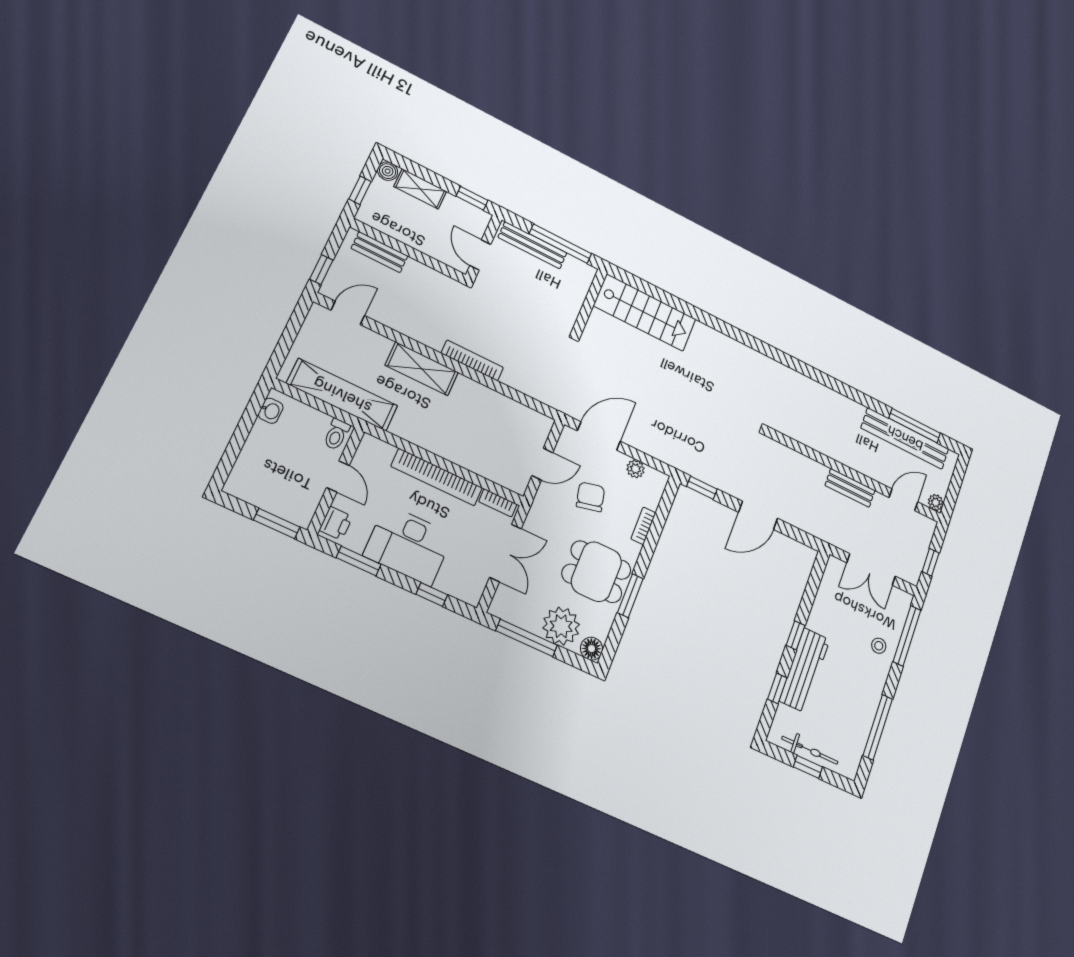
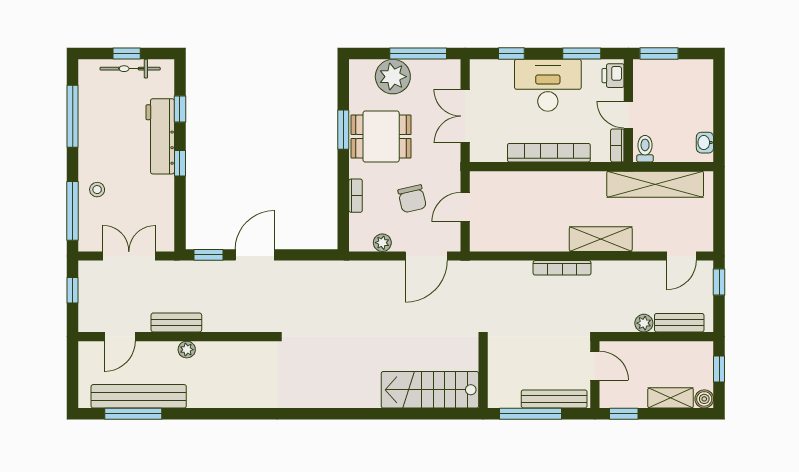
plant: (415, 269) -> (644, 323), added
window: (702, 488) -> (209, 255), moved
plant: (936, 502) -> (187, 350), moved
bookcase: (498, 503) -> (617, 145), moved, turned -90
floor lamp: (592, 649) -> (359, 70), removed

